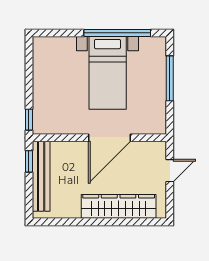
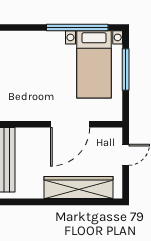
bed with nightstands: (108, 73) -> (94, 64), moved

